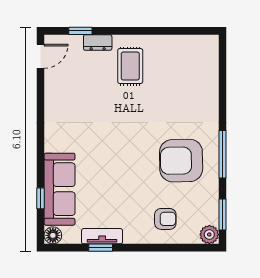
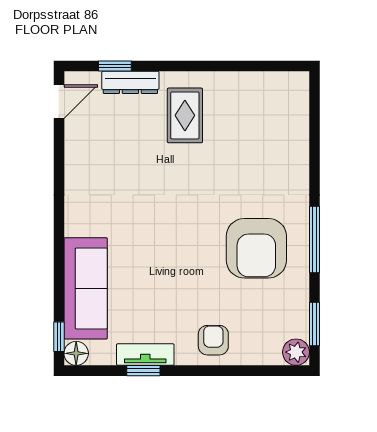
dresser: (98, 42) -> (130, 82), width x1.44
armchair: (181, 161) -> (256, 248), turned -89
window: (41, 198) -> (59, 337), moved
armchair: (165, 219) -> (213, 340), moved, turned -90

